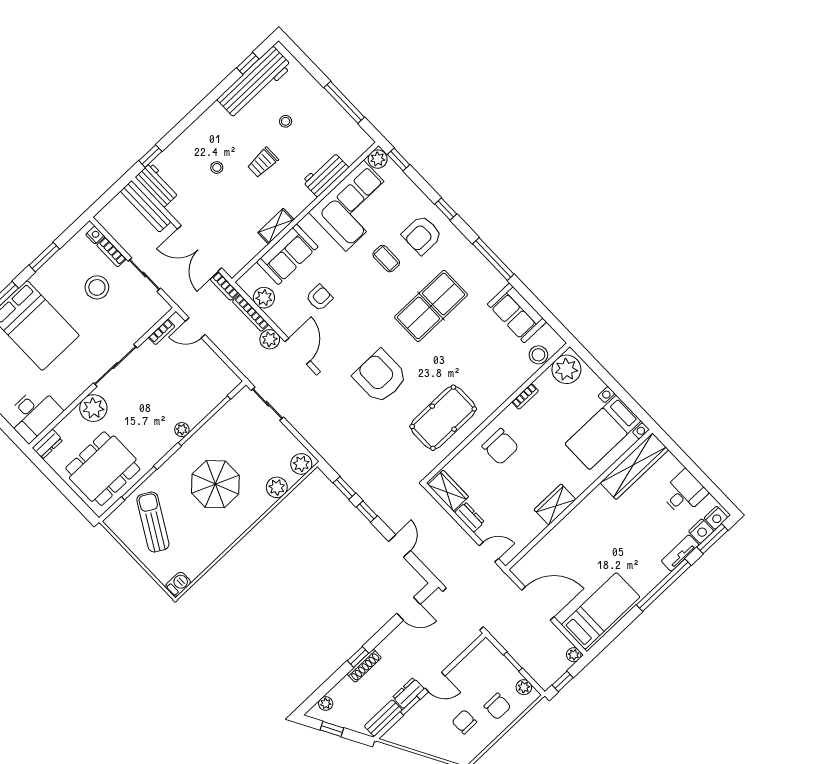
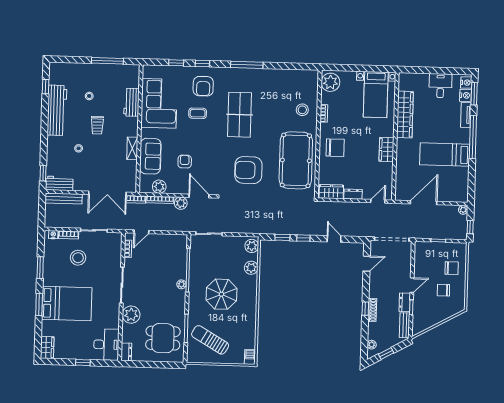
workbench: (254, 83) -> (57, 110), moved
plant: (378, 159) -> (148, 72), removed
window: (399, 160) -> (176, 63), moved
sofa: (517, 313) -> (282, 79), removed
stool: (538, 355) -> (302, 110), moved
pool table: (443, 418) -> (296, 160), width x1.36, depth x1.32
wardrobe: (634, 466) -> (405, 115), moved
dining table: (103, 469) -> (163, 338), width x0.73
bed: (601, 611) -> (445, 154), moved, turned -90
plant: (524, 687) -> (455, 247), removed

